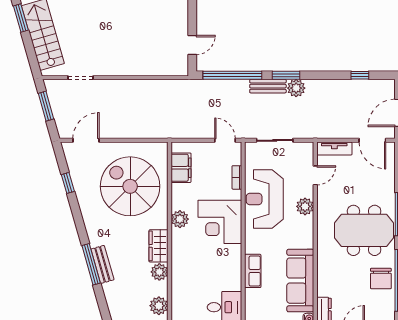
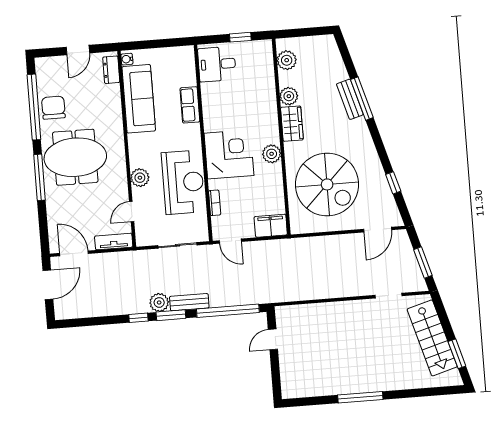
window: (360, 75) -> (138, 318), moved
filing cabinet: (181, 168) -> (271, 226), moved, turned 90

